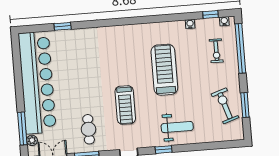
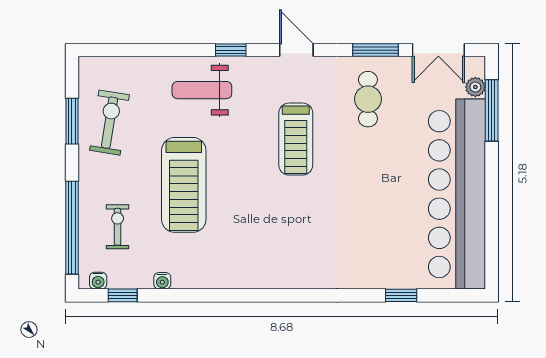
treadmill: (164, 70) -> (184, 185), moved
treadmill: (125, 105) -> (296, 139), turned 180
exercise bike: (225, 106) -> (109, 123), turned -153

